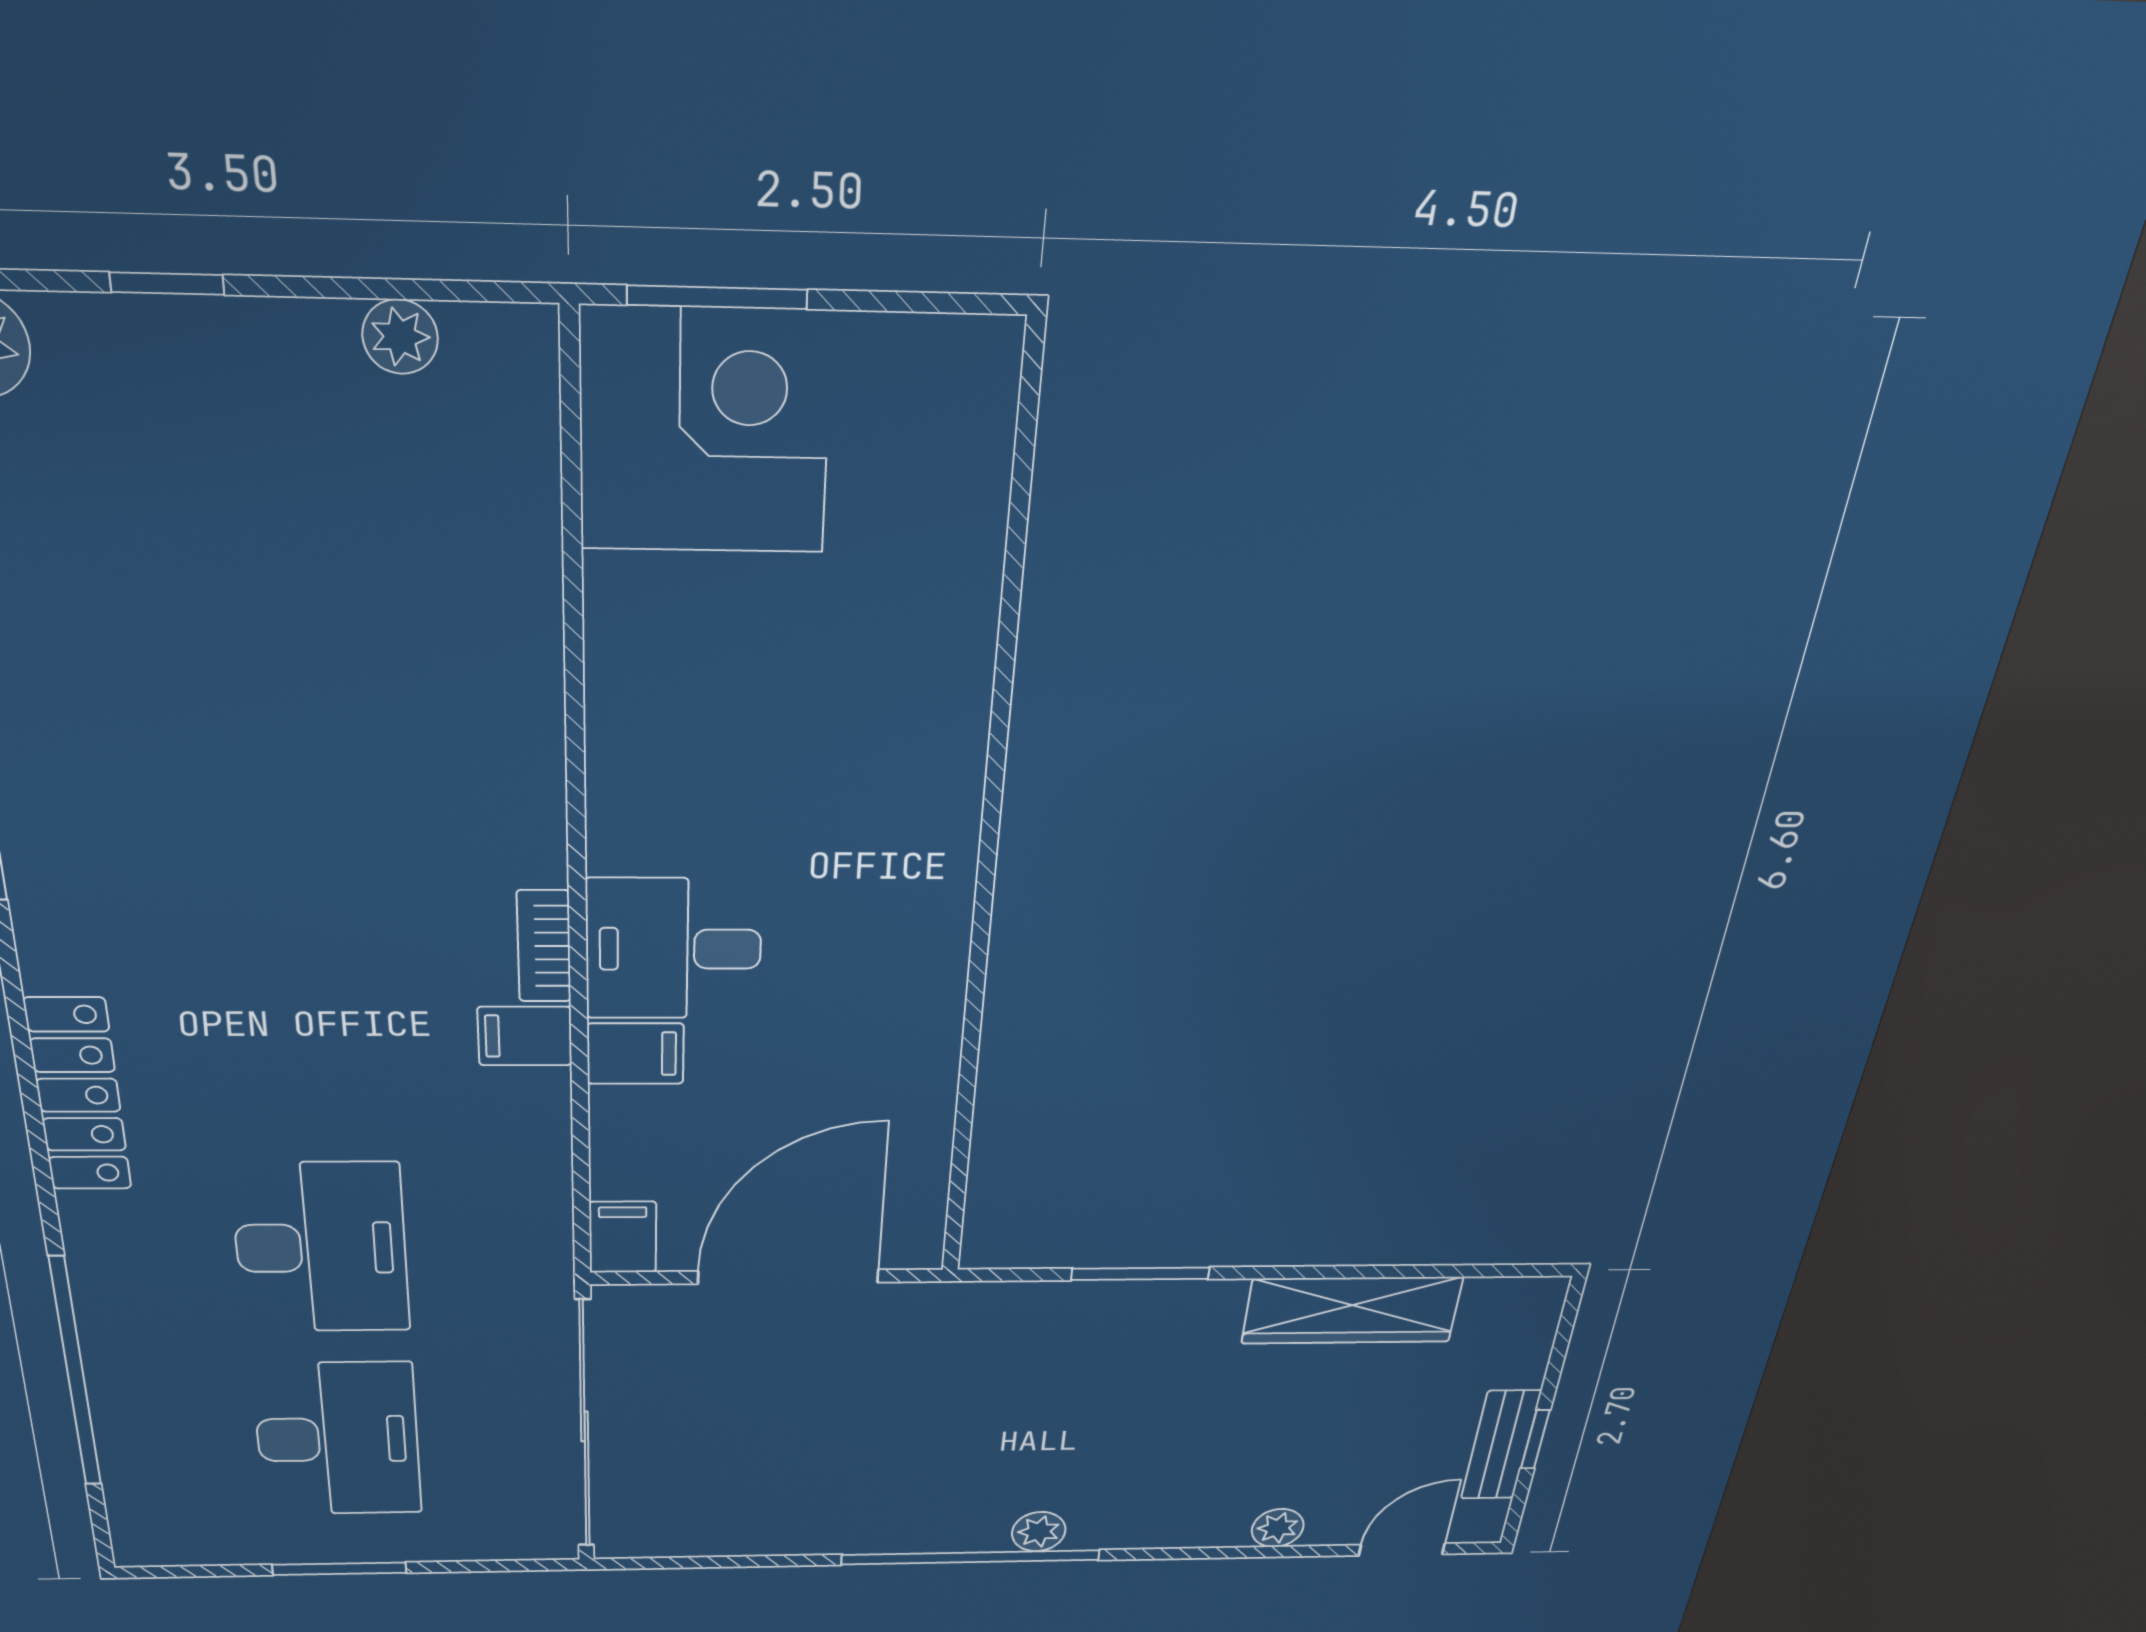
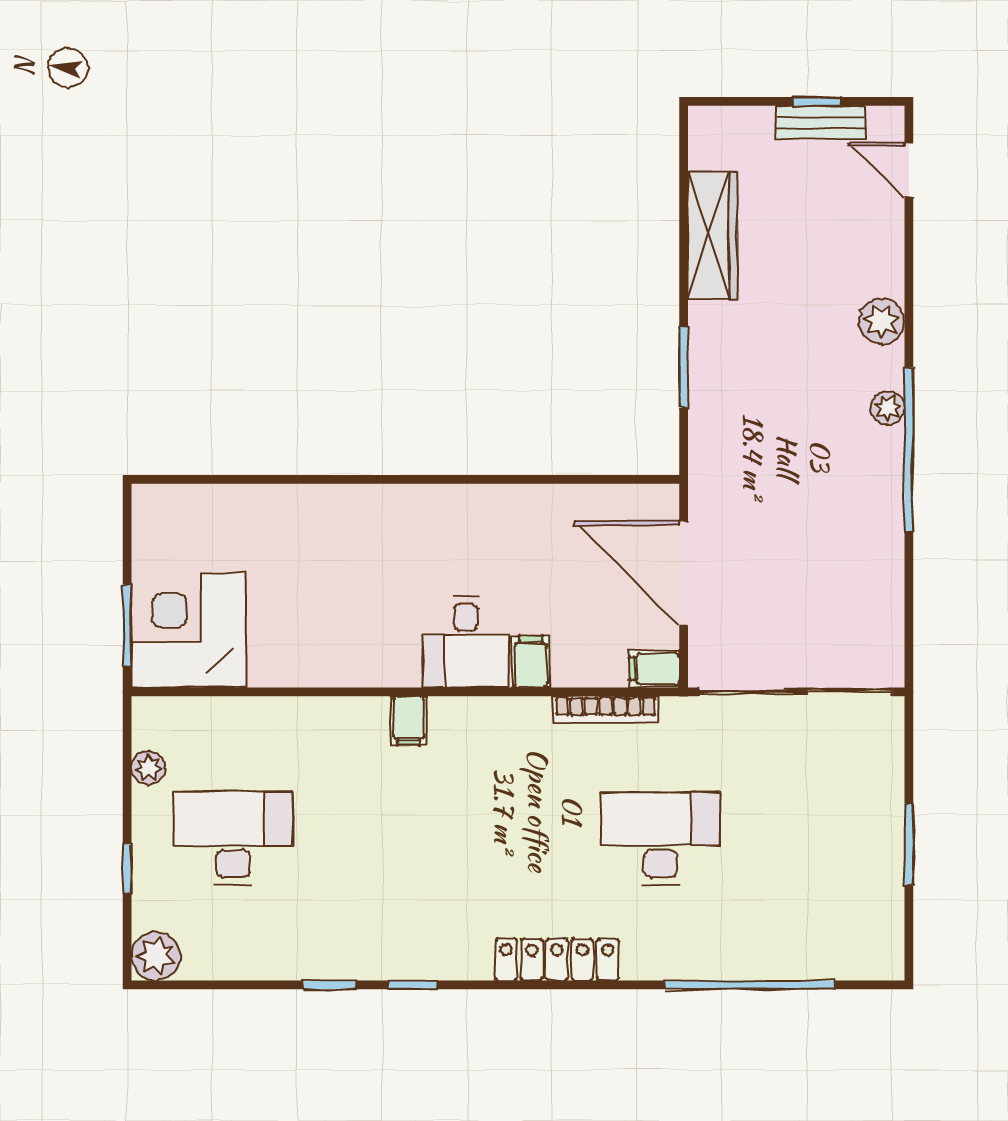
bookcase: (544, 946) -> (605, 709), moved, width x1.56
filing cabinet: (525, 1036) -> (409, 721), moved
desk: (338, 1439) -> (233, 838), moved
plant: (1278, 1528) -> (882, 321), moved, width x1.38, depth x1.38

